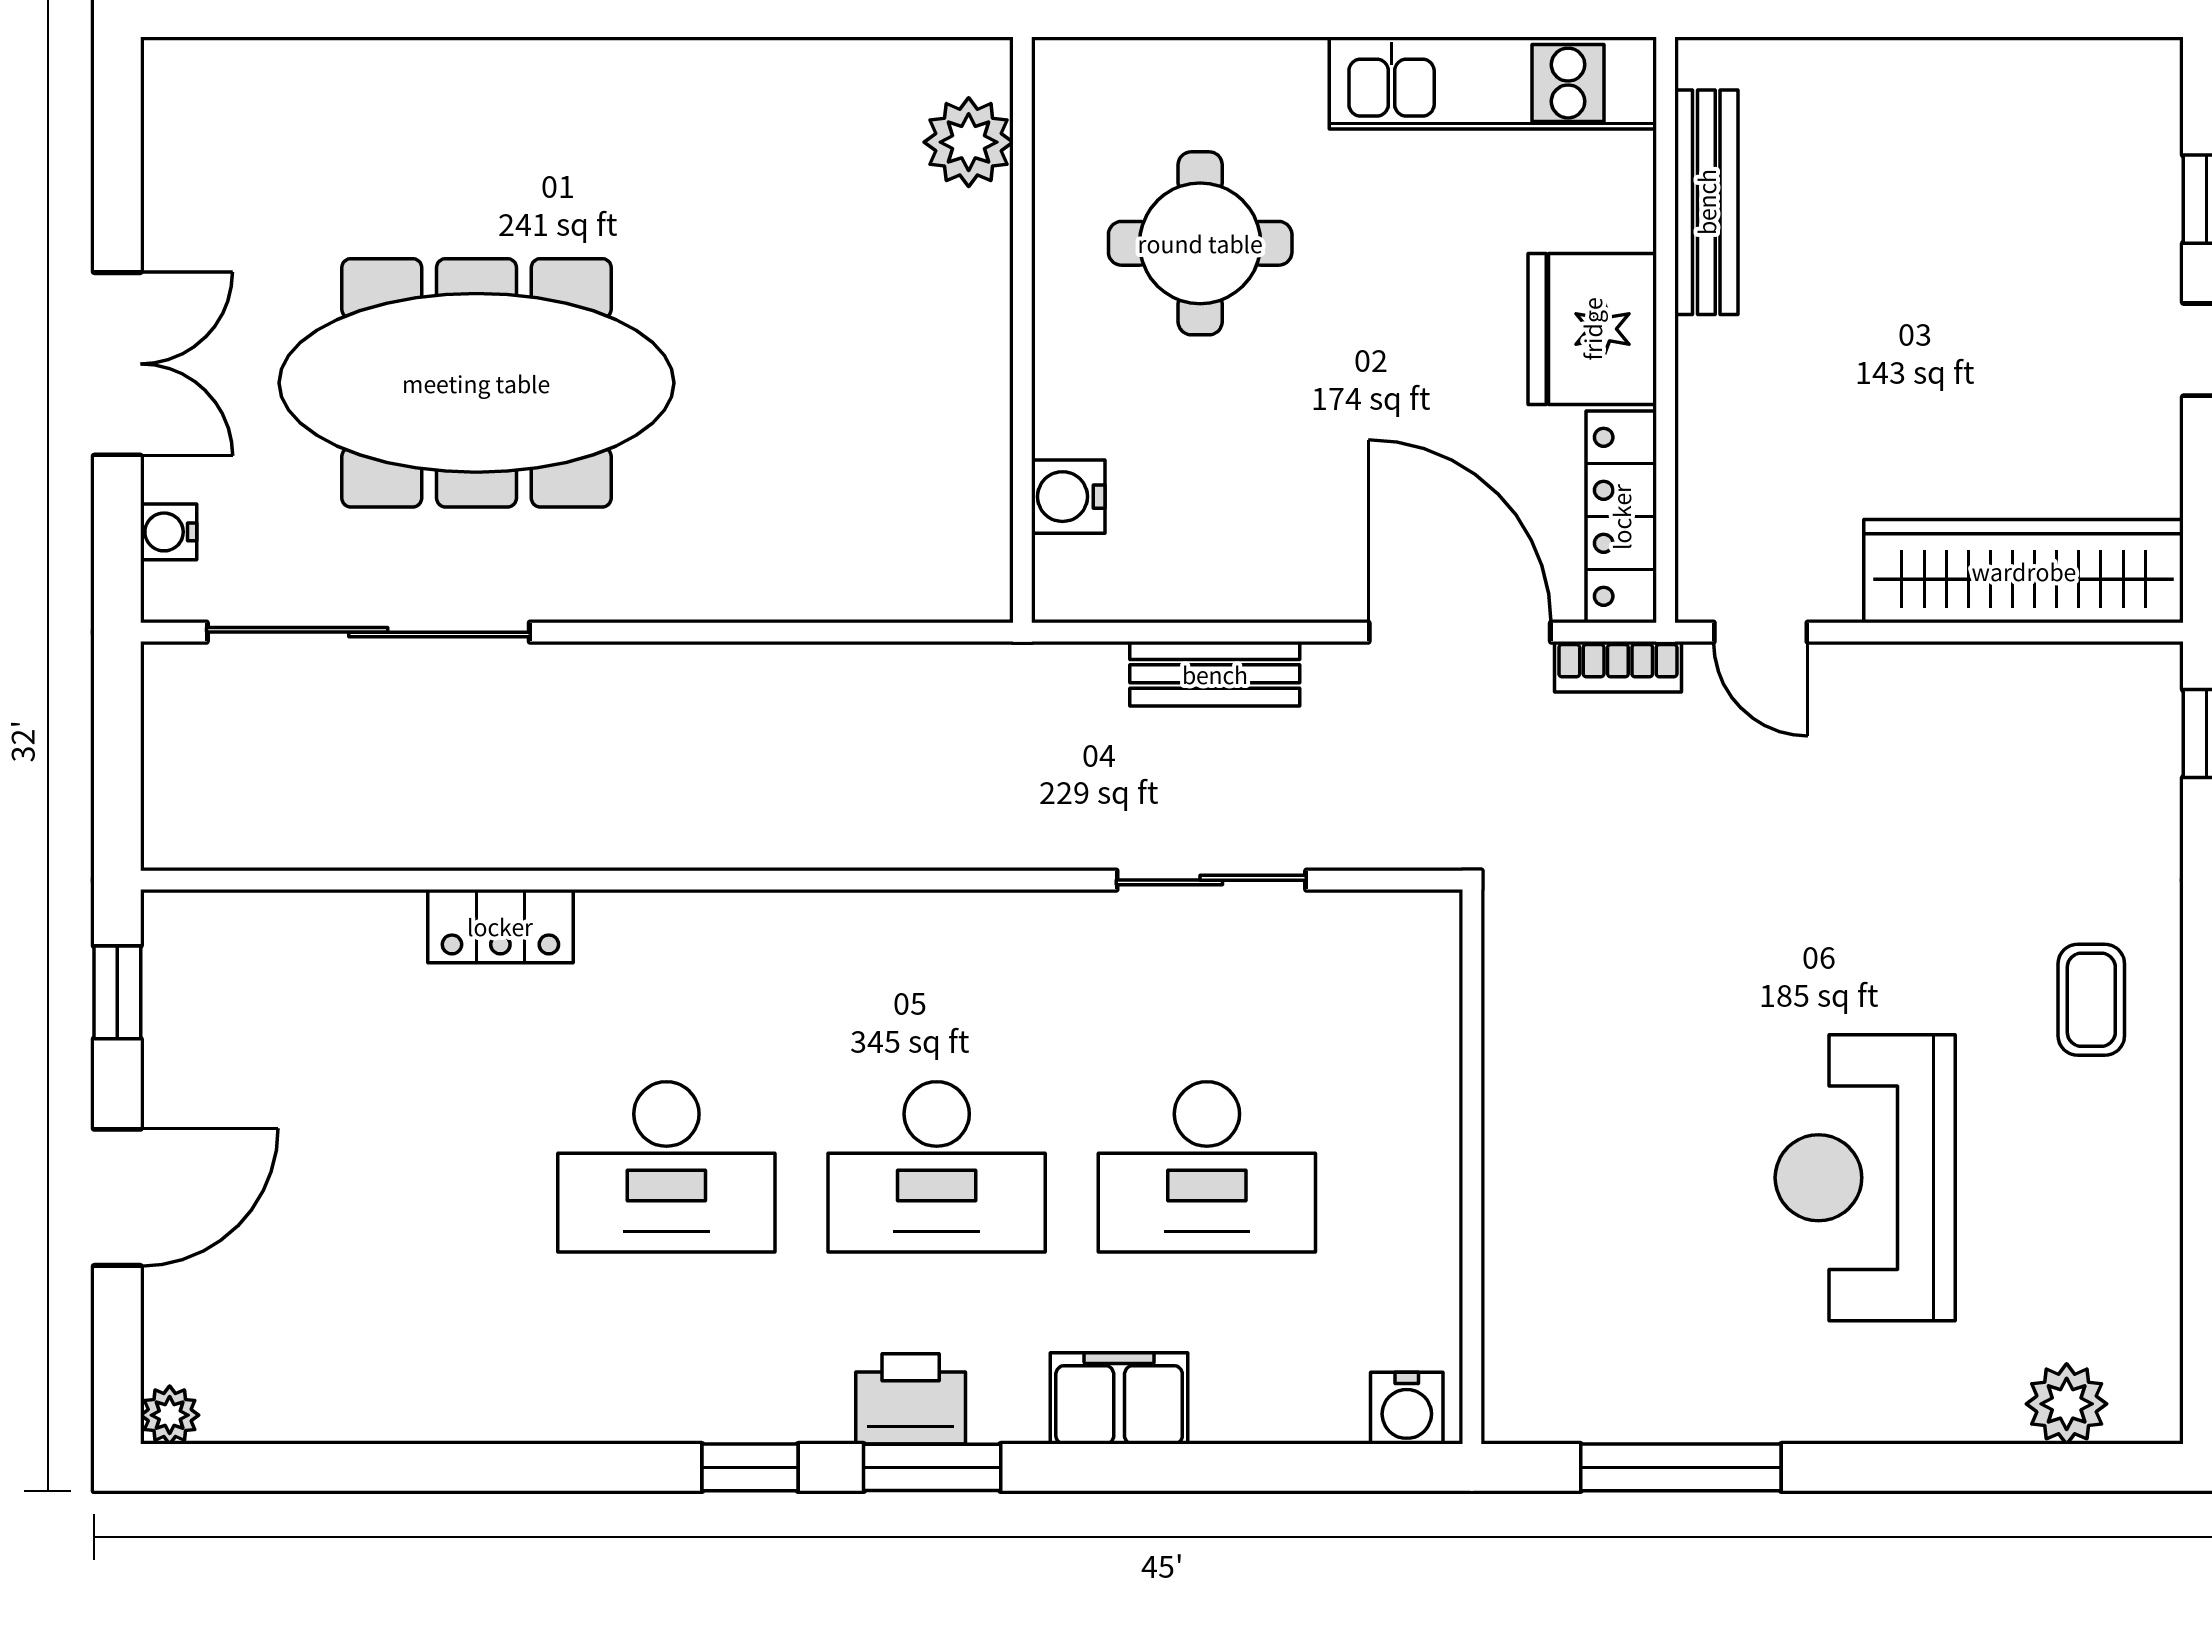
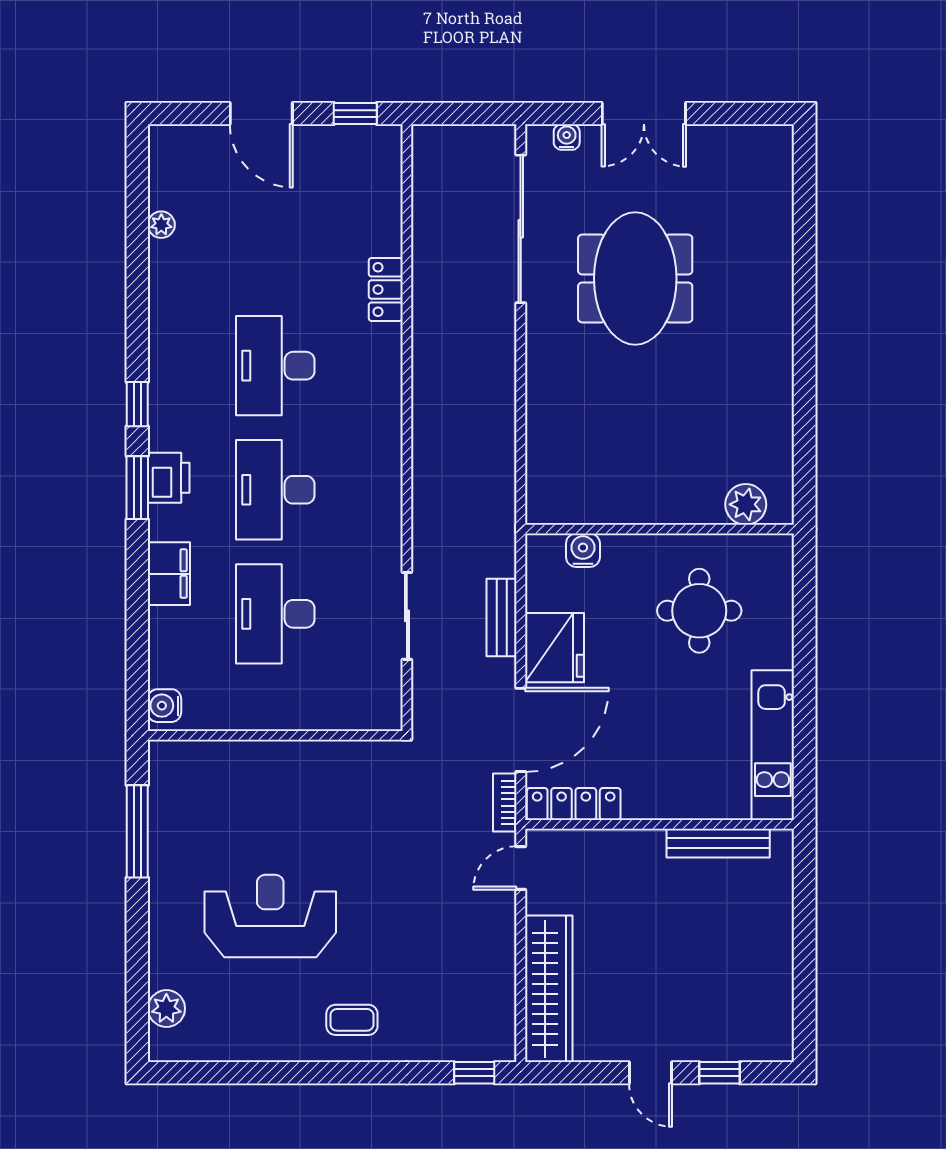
fridge: (1592, 329) -> (554, 648), moved, turned 90
meeting table: (476, 383) -> (635, 278), width x0.73
plant: (170, 1415) -> (161, 225), moved

